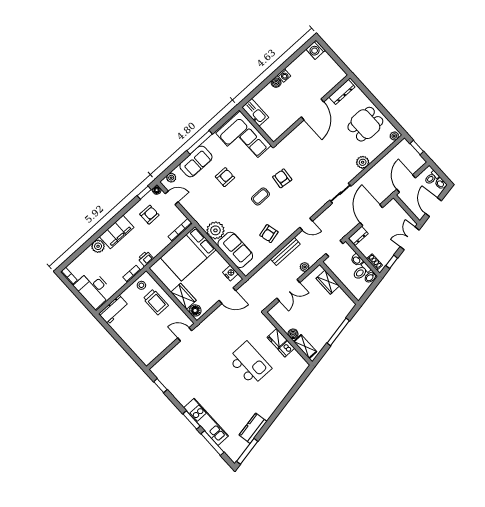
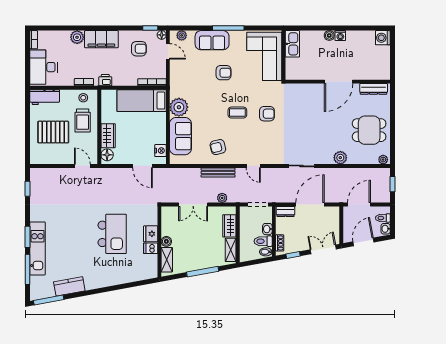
armchair: (282, 178) -> (267, 114), turned 84
bed: (188, 254) -> (142, 101), width x0.67
shelving: (344, 298) -> (231, 250), added
pallet: (142, 329) -> (53, 132), added

